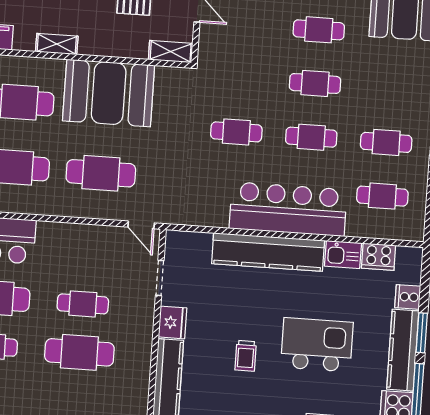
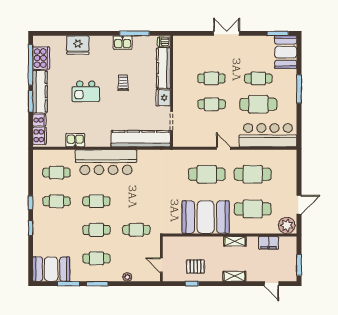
shelving: (171, 52) -> (174, 241), removed
cafe table: (236, 132) -> (136, 230), moved
door: (141, 225) -> (224, 148), moved
kitchen counter: (268, 252) -> (141, 139), moved
cooker: (379, 257) -> (40, 136), moved, turned 90
kitchen island: (317, 345) -> (86, 91), width x0.73, depth x0.78
cafe table: (79, 352) -> (211, 78), width x0.73, depth x0.74

